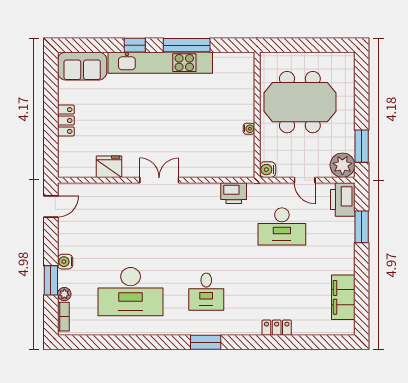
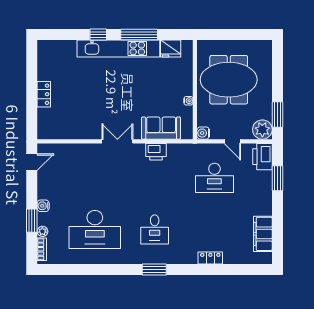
sofa: (82, 66) -> (161, 128), moved, turned 180
fridge: (109, 167) -> (171, 48), moved, turned 180
printer: (234, 193) -> (156, 152), moved

